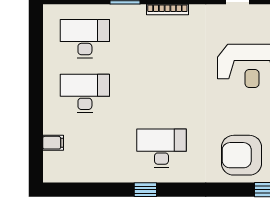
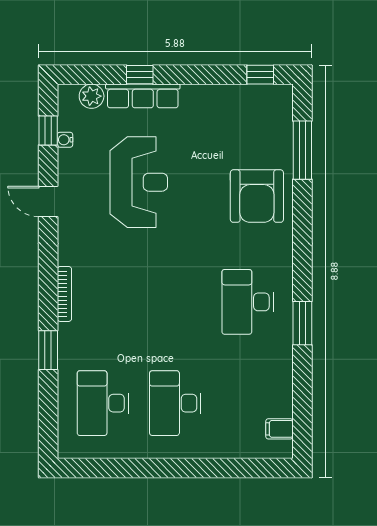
filing cabinet: (53, 143) -> (279, 429), moved, turned -90
window: (145, 190) -> (302, 323), width x1.50

